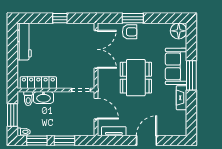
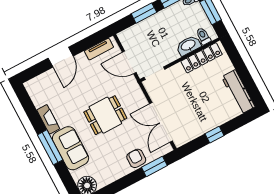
window: (133, 18) -> (154, 166), moved
armchair: (130, 32) -> (136, 158), turned 90
dining table: (136, 78) -> (105, 115), width x0.73

